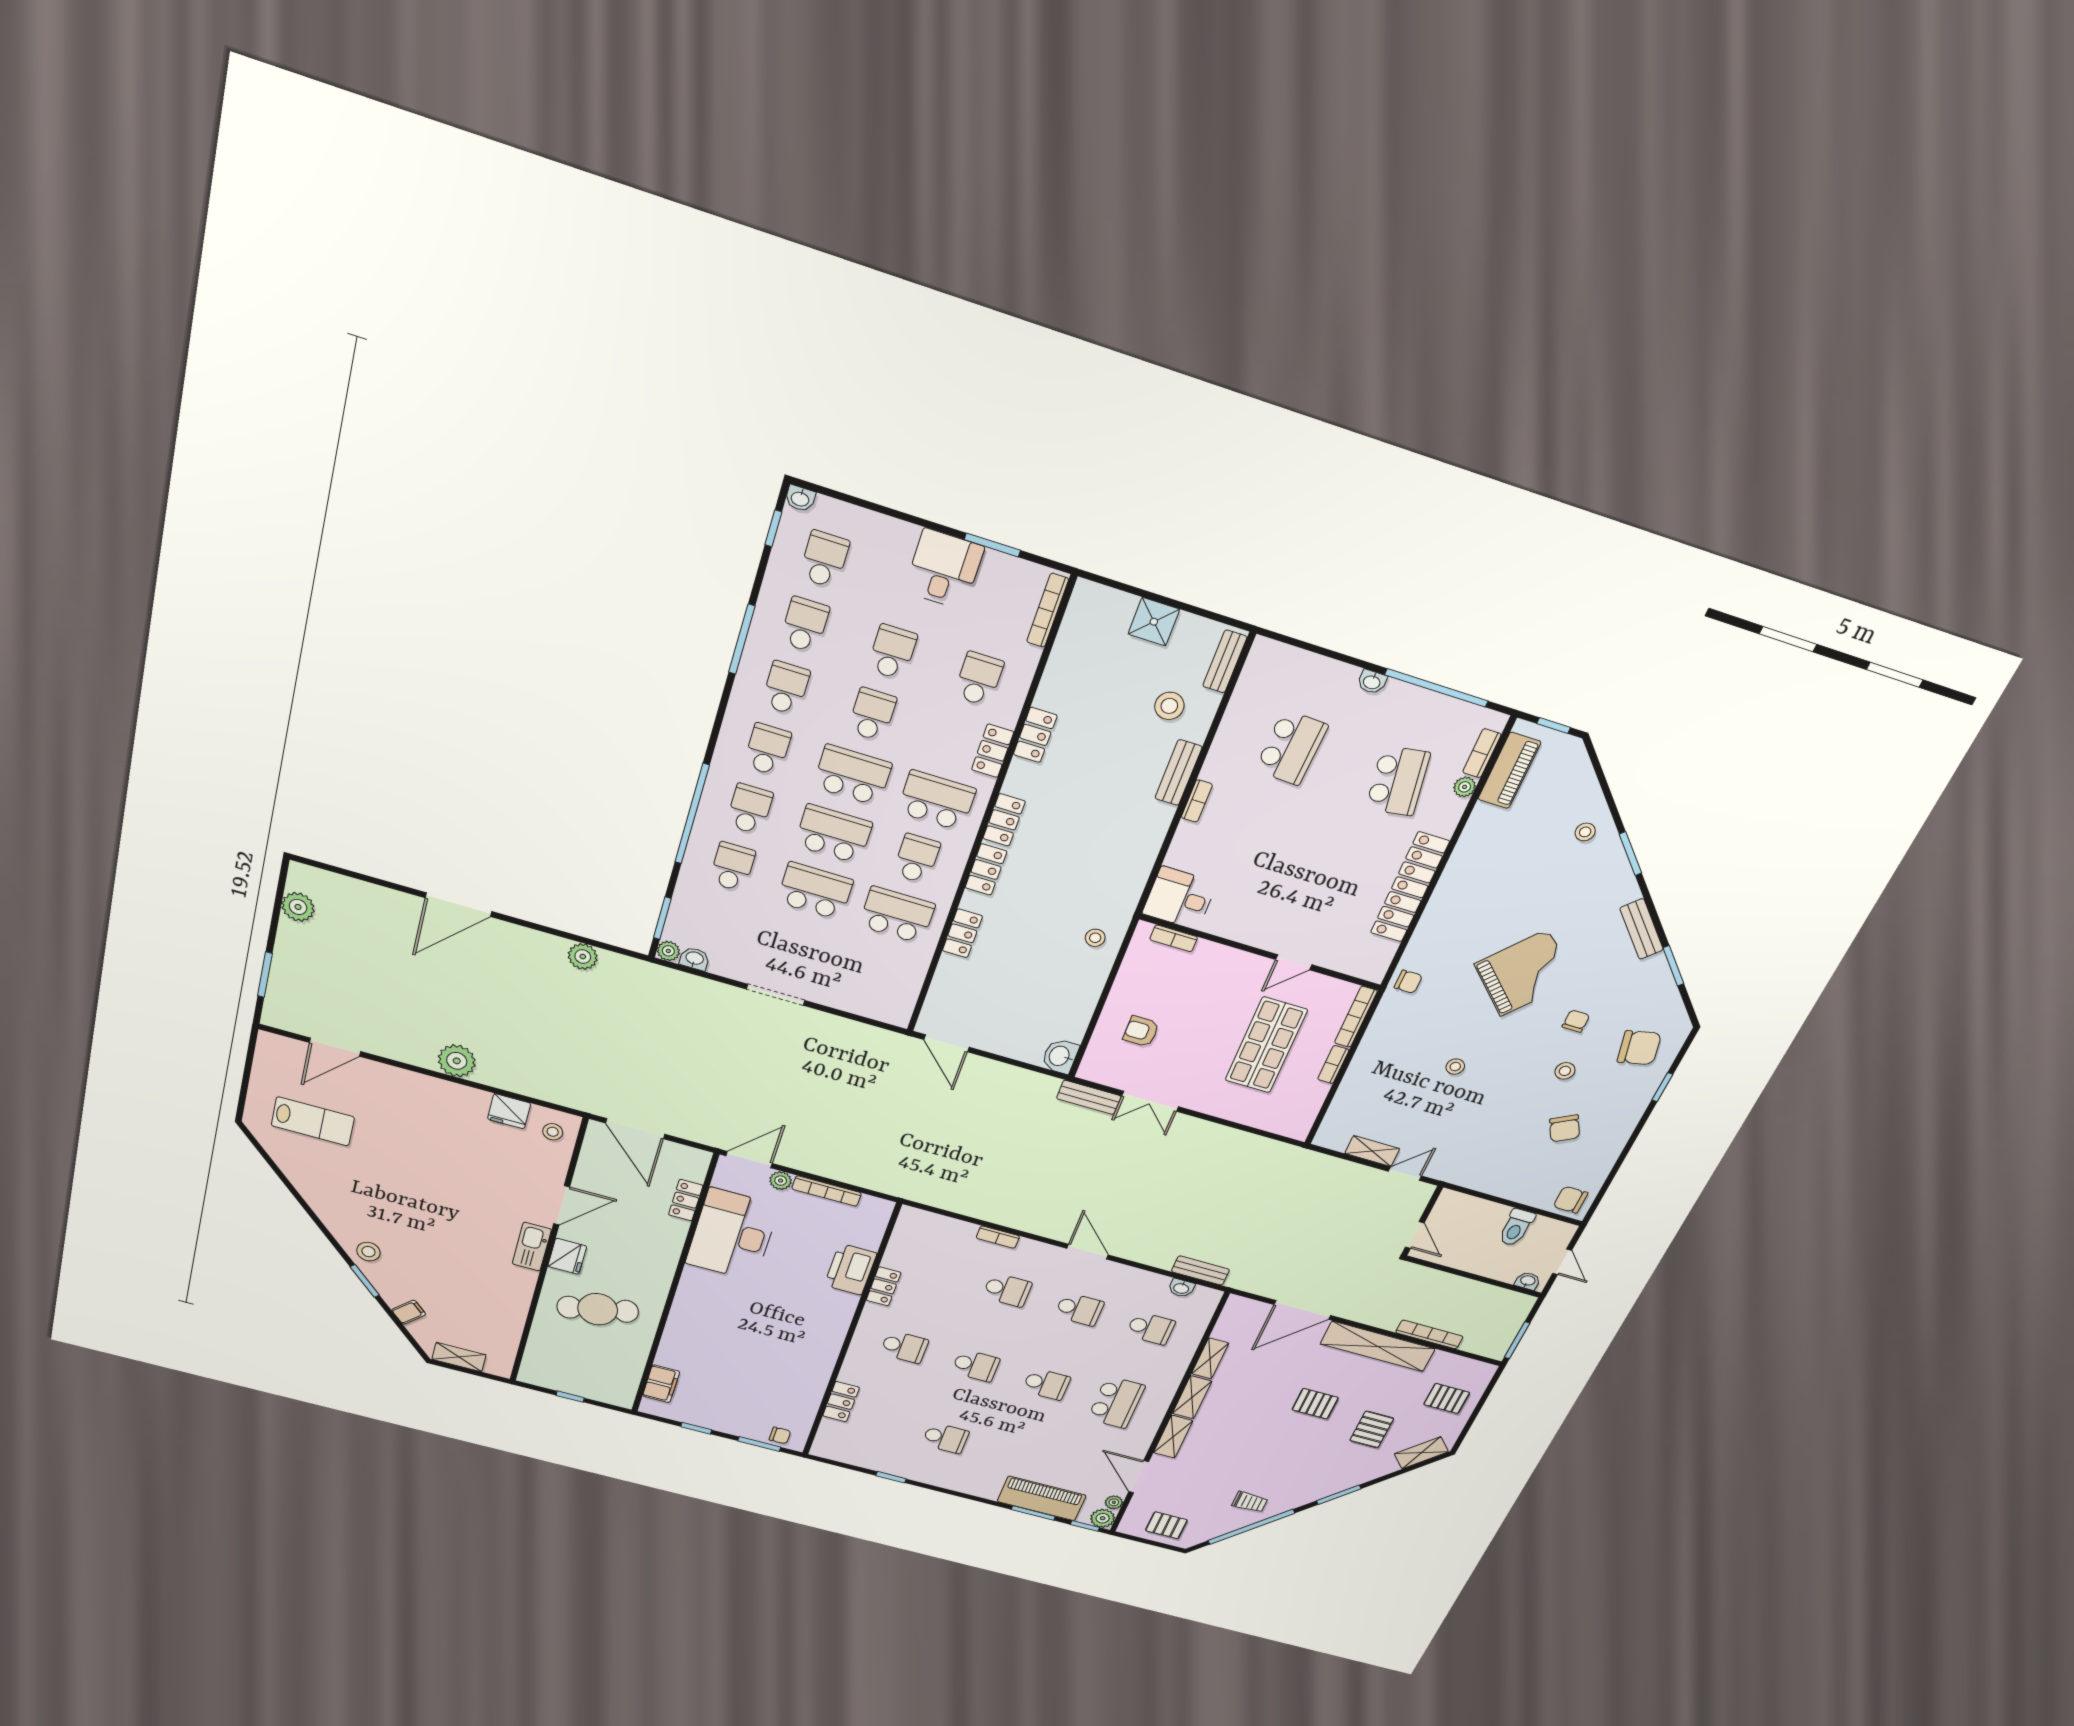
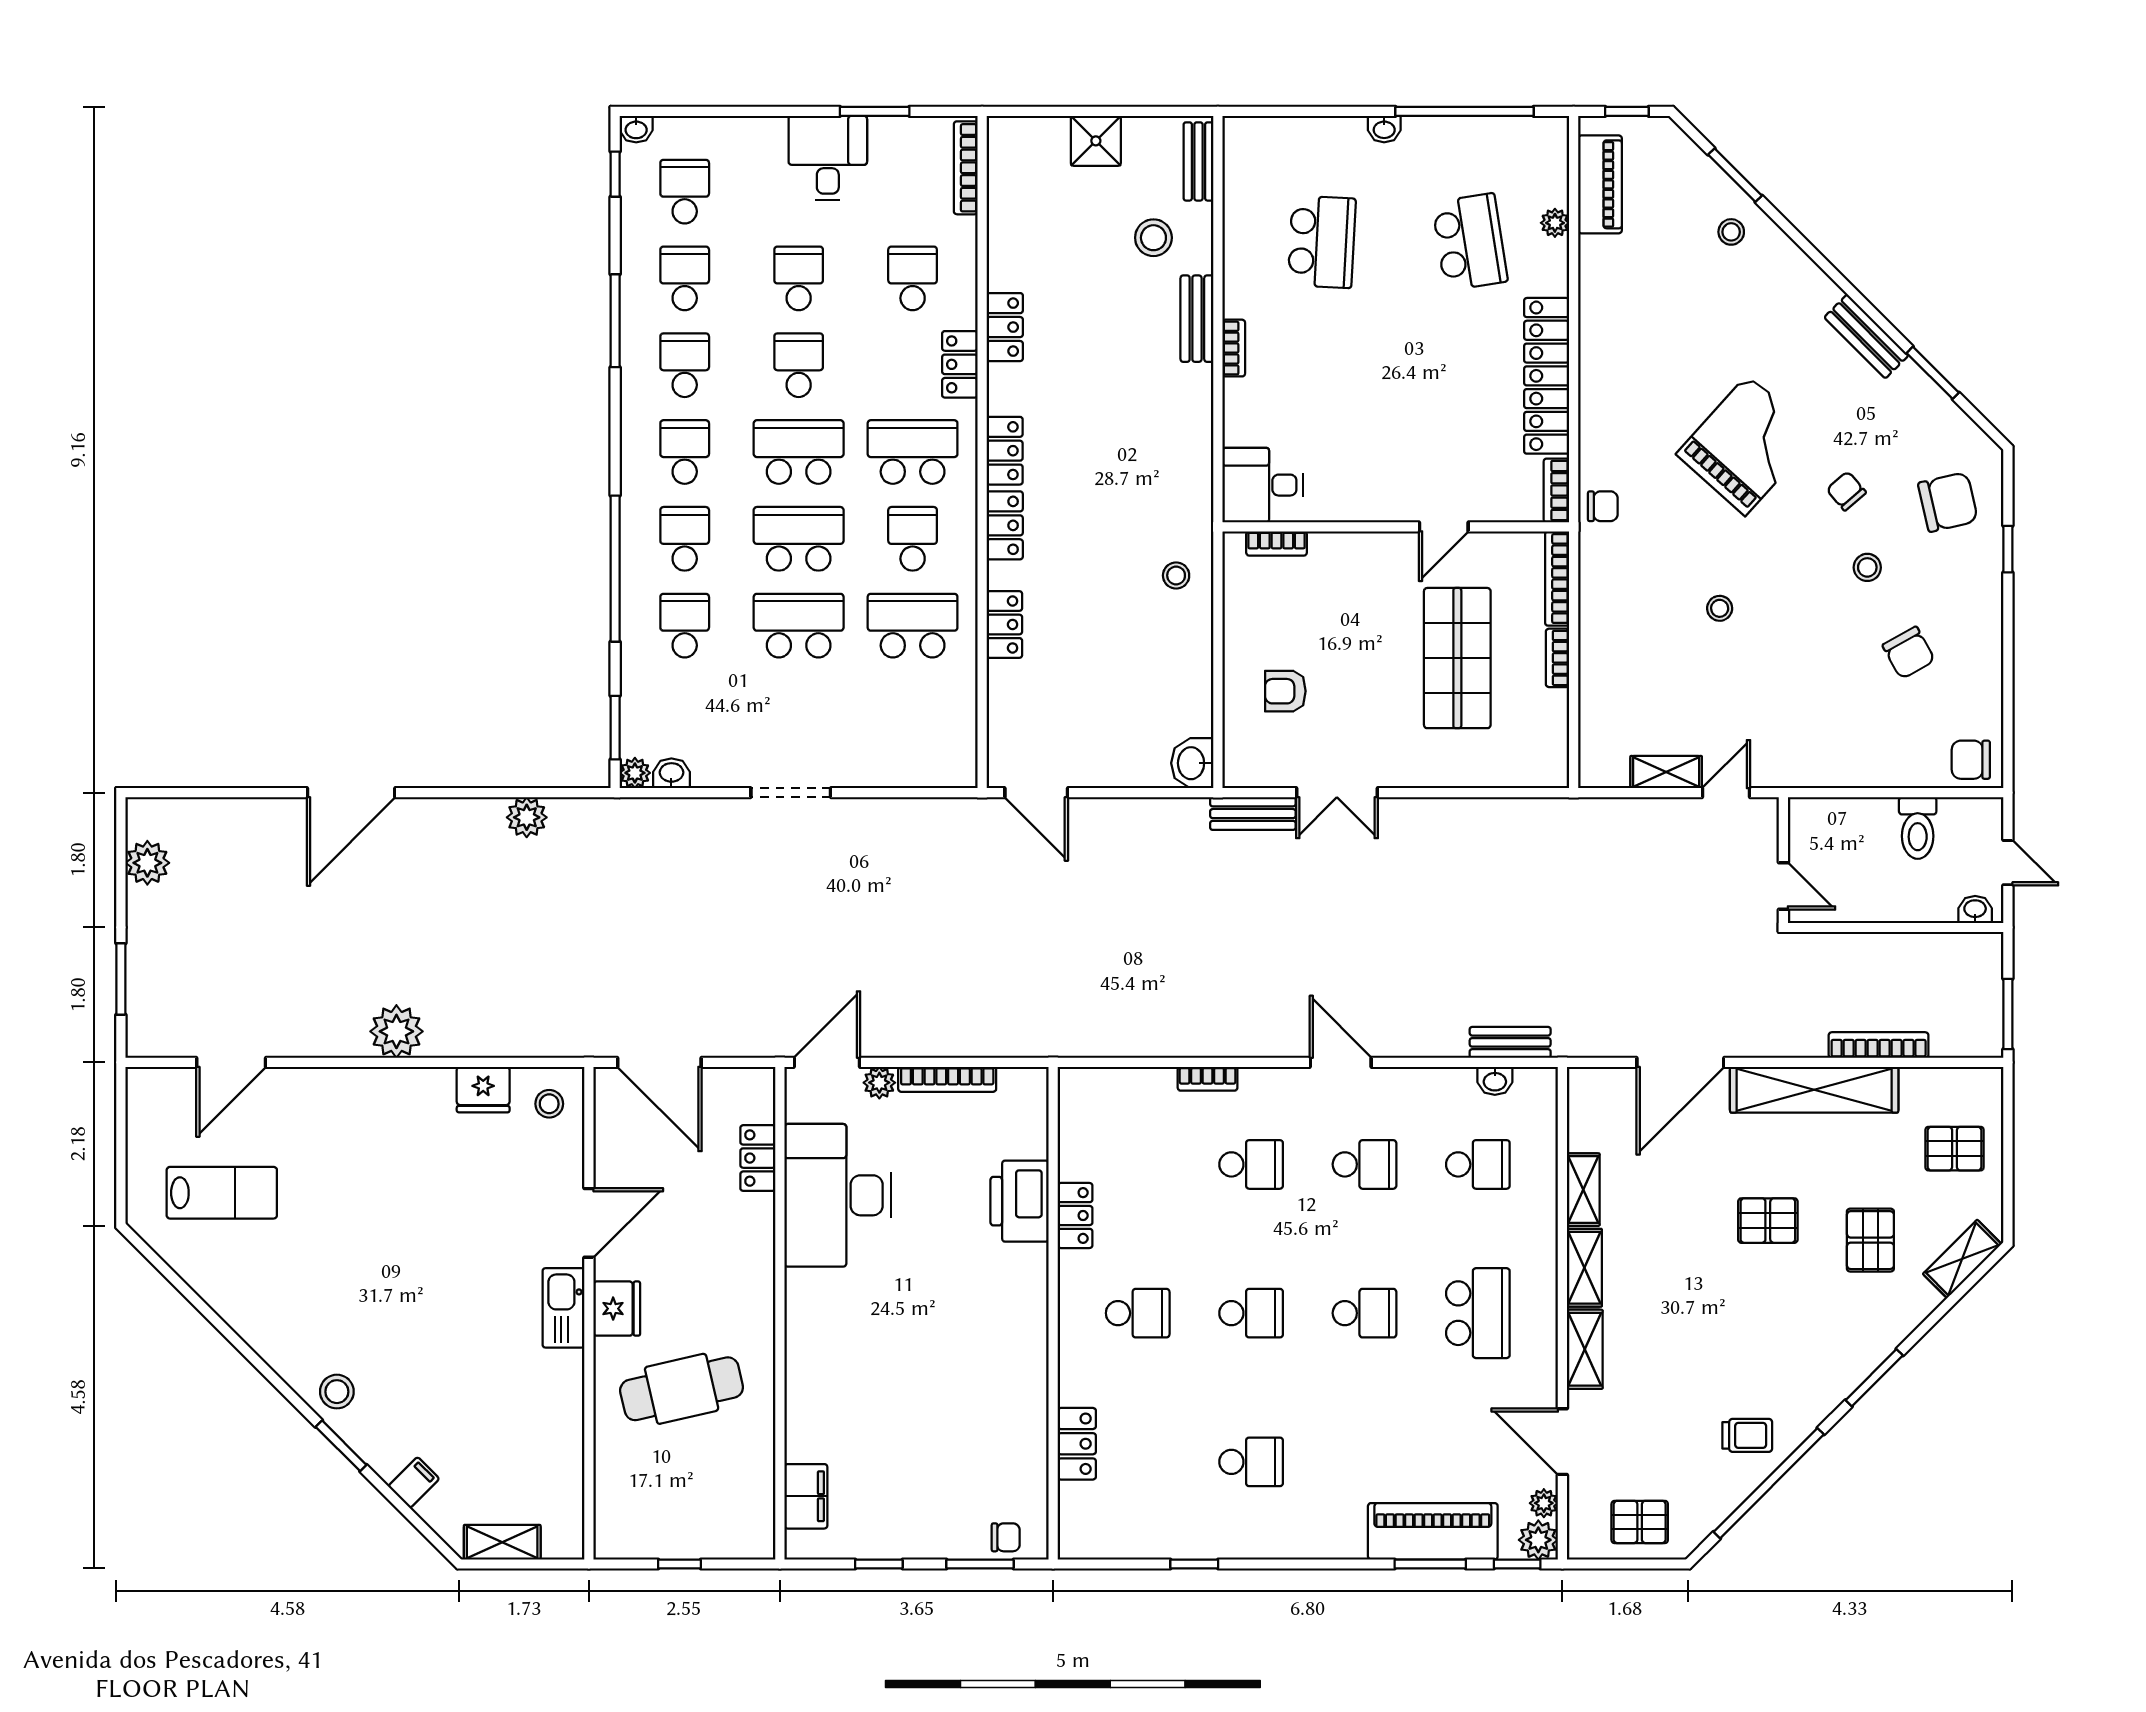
bookcase: (1482, 753) -> (1556, 490), moved
window: (1630, 854) -> (1735, 175), moved
chair: (1576, 1021) -> (1846, 491), turned -41

